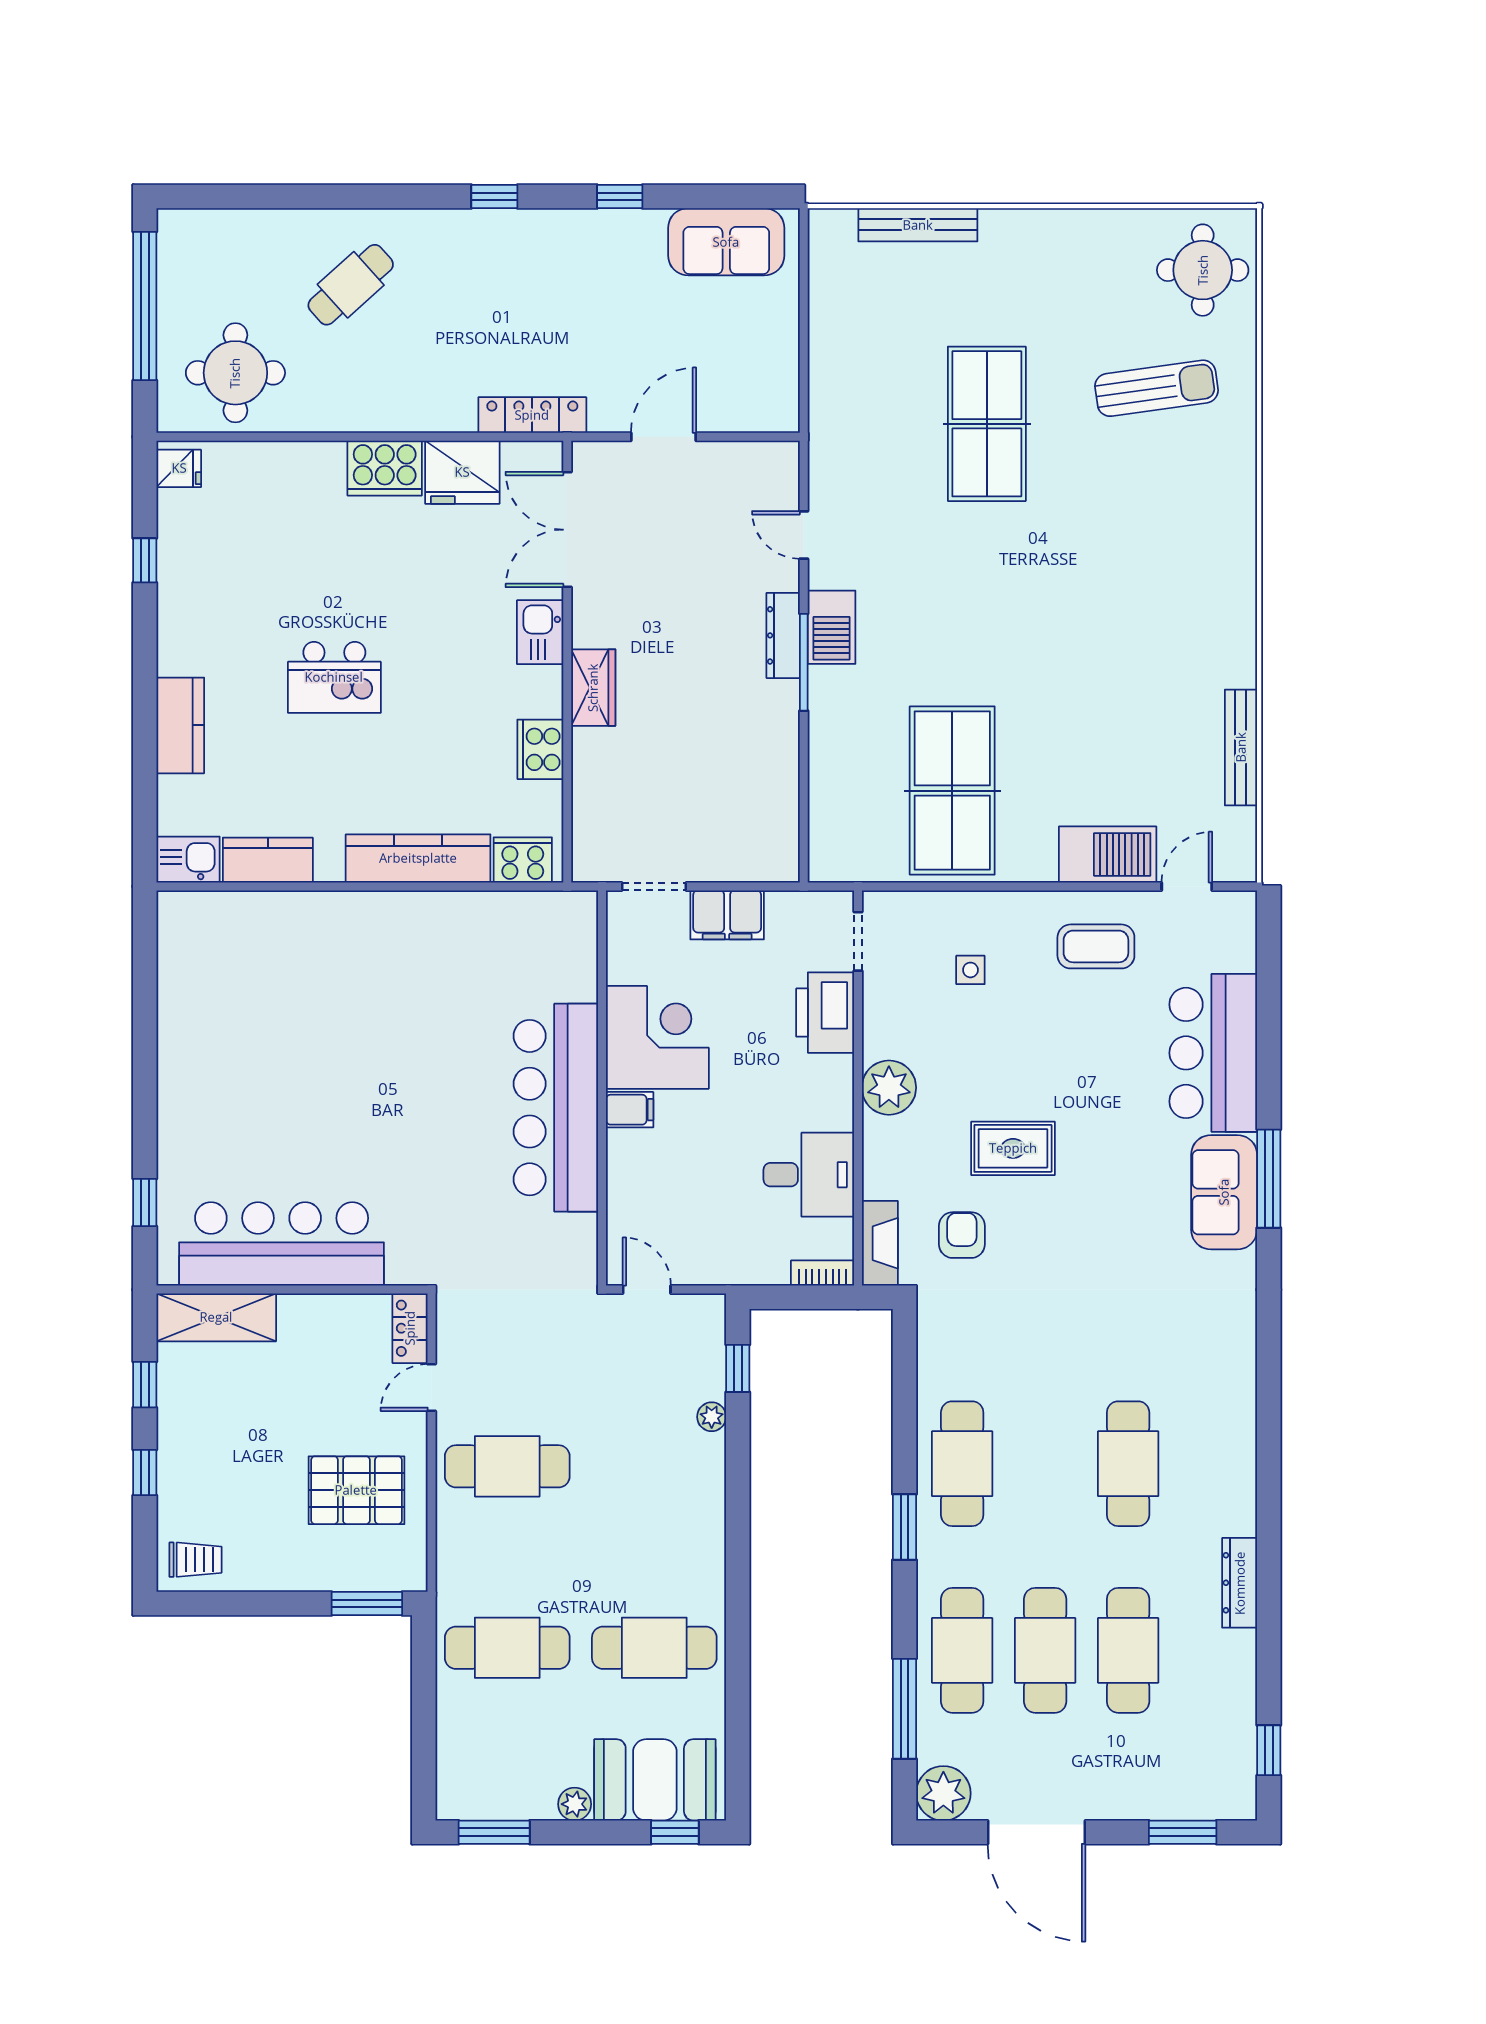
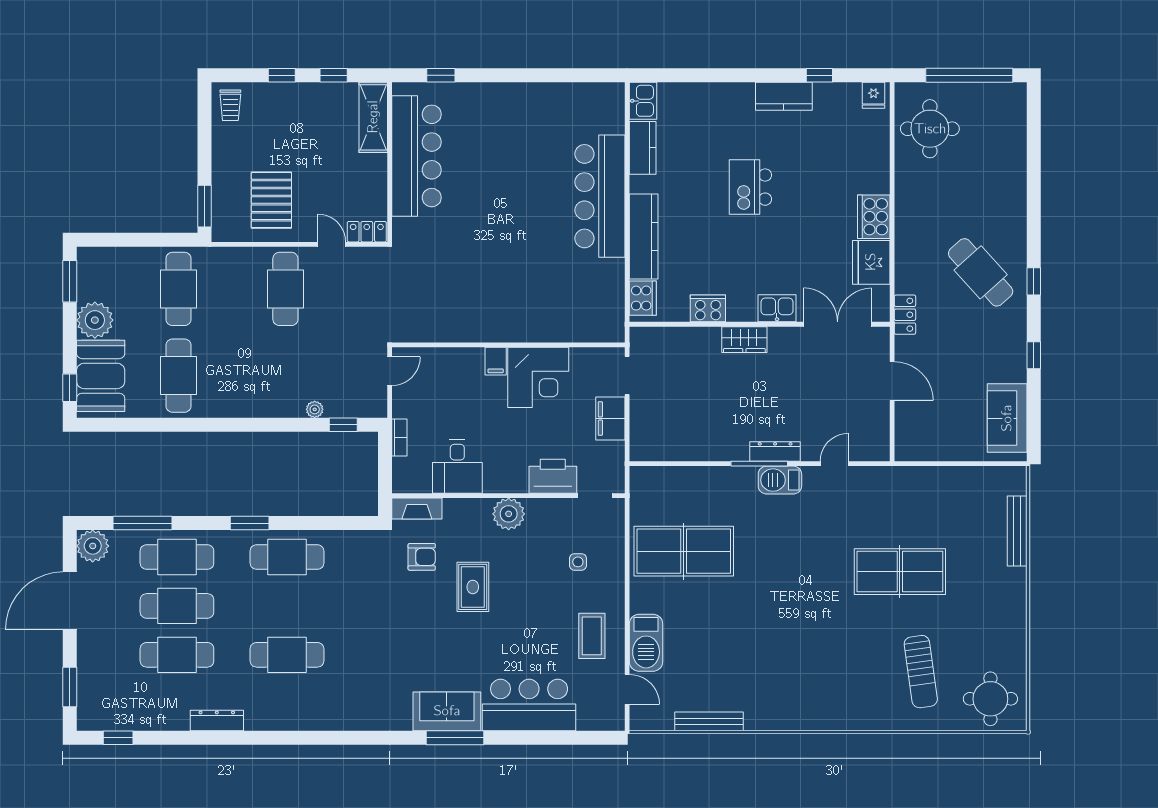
cafe table: (351, 285) -> (981, 272), moved, width x1.37, depth x1.35
locker: (532, 415) -> (905, 315), width x0.66
kitchen counter: (180, 725) -> (784, 96), moved
bar counter: (556, 1108) -> (600, 196), moved, turned -90
bookcase: (822, 1273) -> (399, 438), moved
plant: (575, 1804) -> (95, 320), width x1.88, depth x1.88

